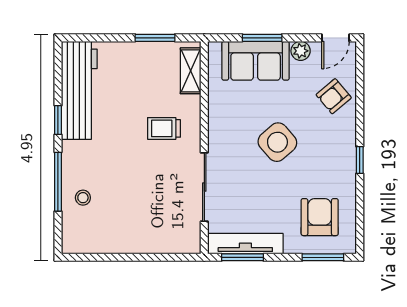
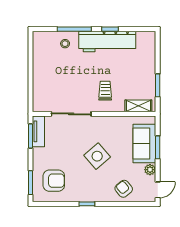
door: (335, 38) -> (158, 190), swing flipped
workbench: (79, 90) -> (107, 41), moved
tv unit: (245, 244) -> (38, 131), width x0.71

